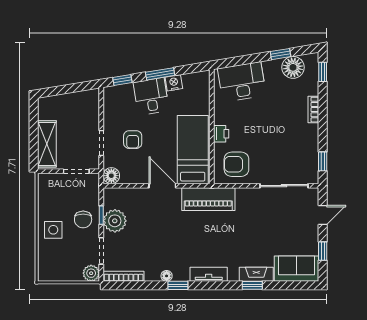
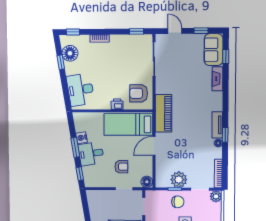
armchair: (236, 164) -> (139, 93), turned 90
tv unit: (209, 274) -> (217, 125), moved
window: (252, 285) -> (226, 57), moved

